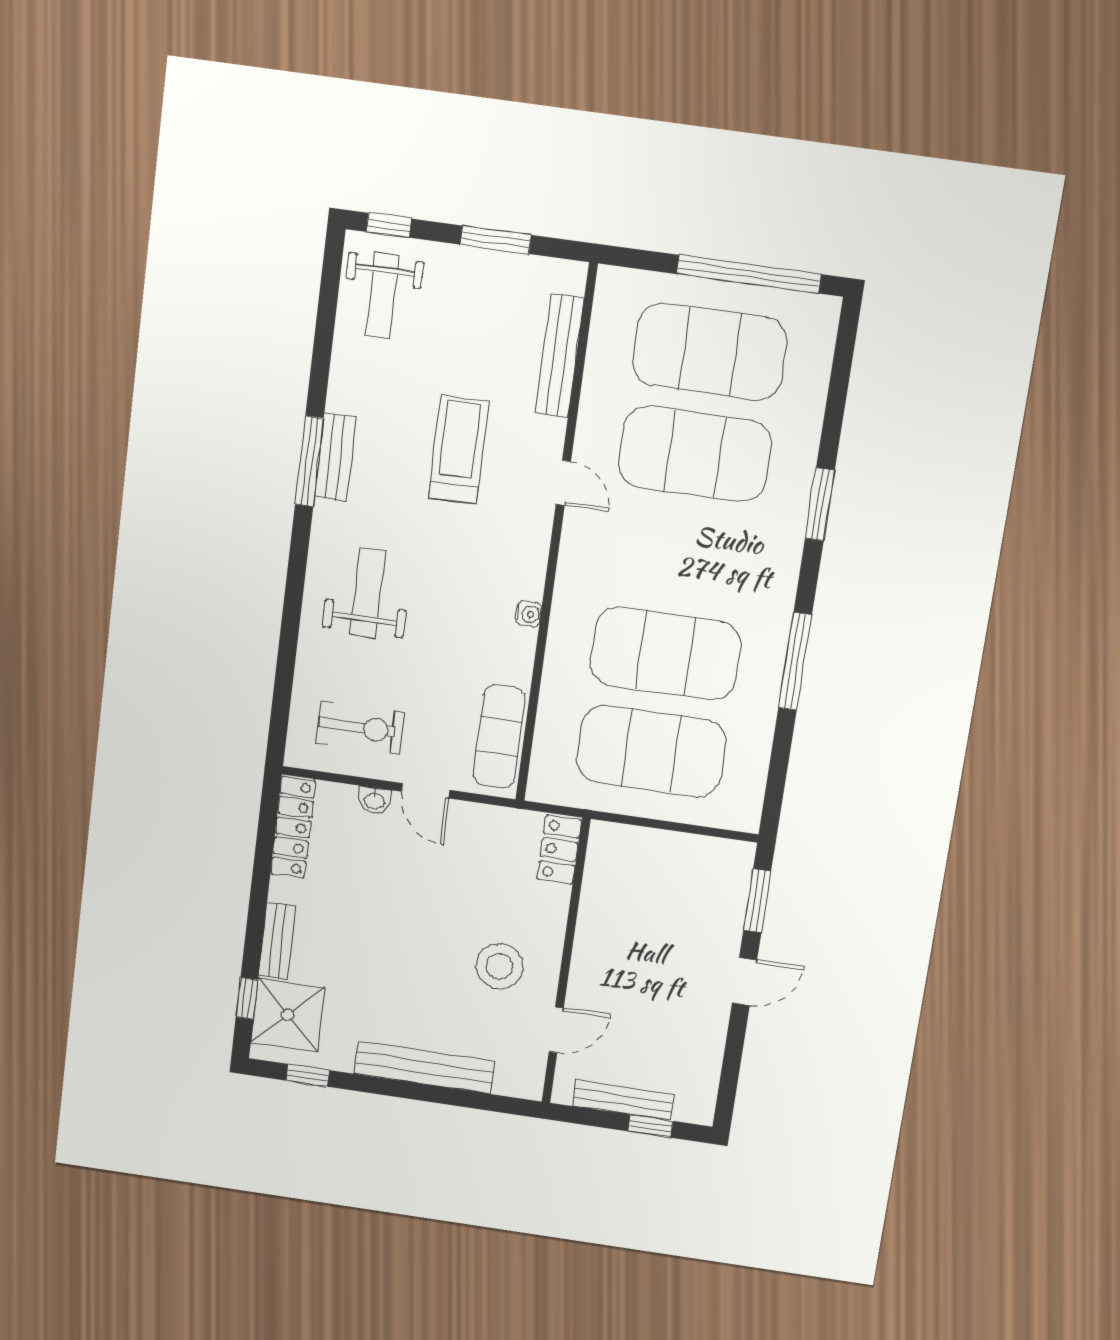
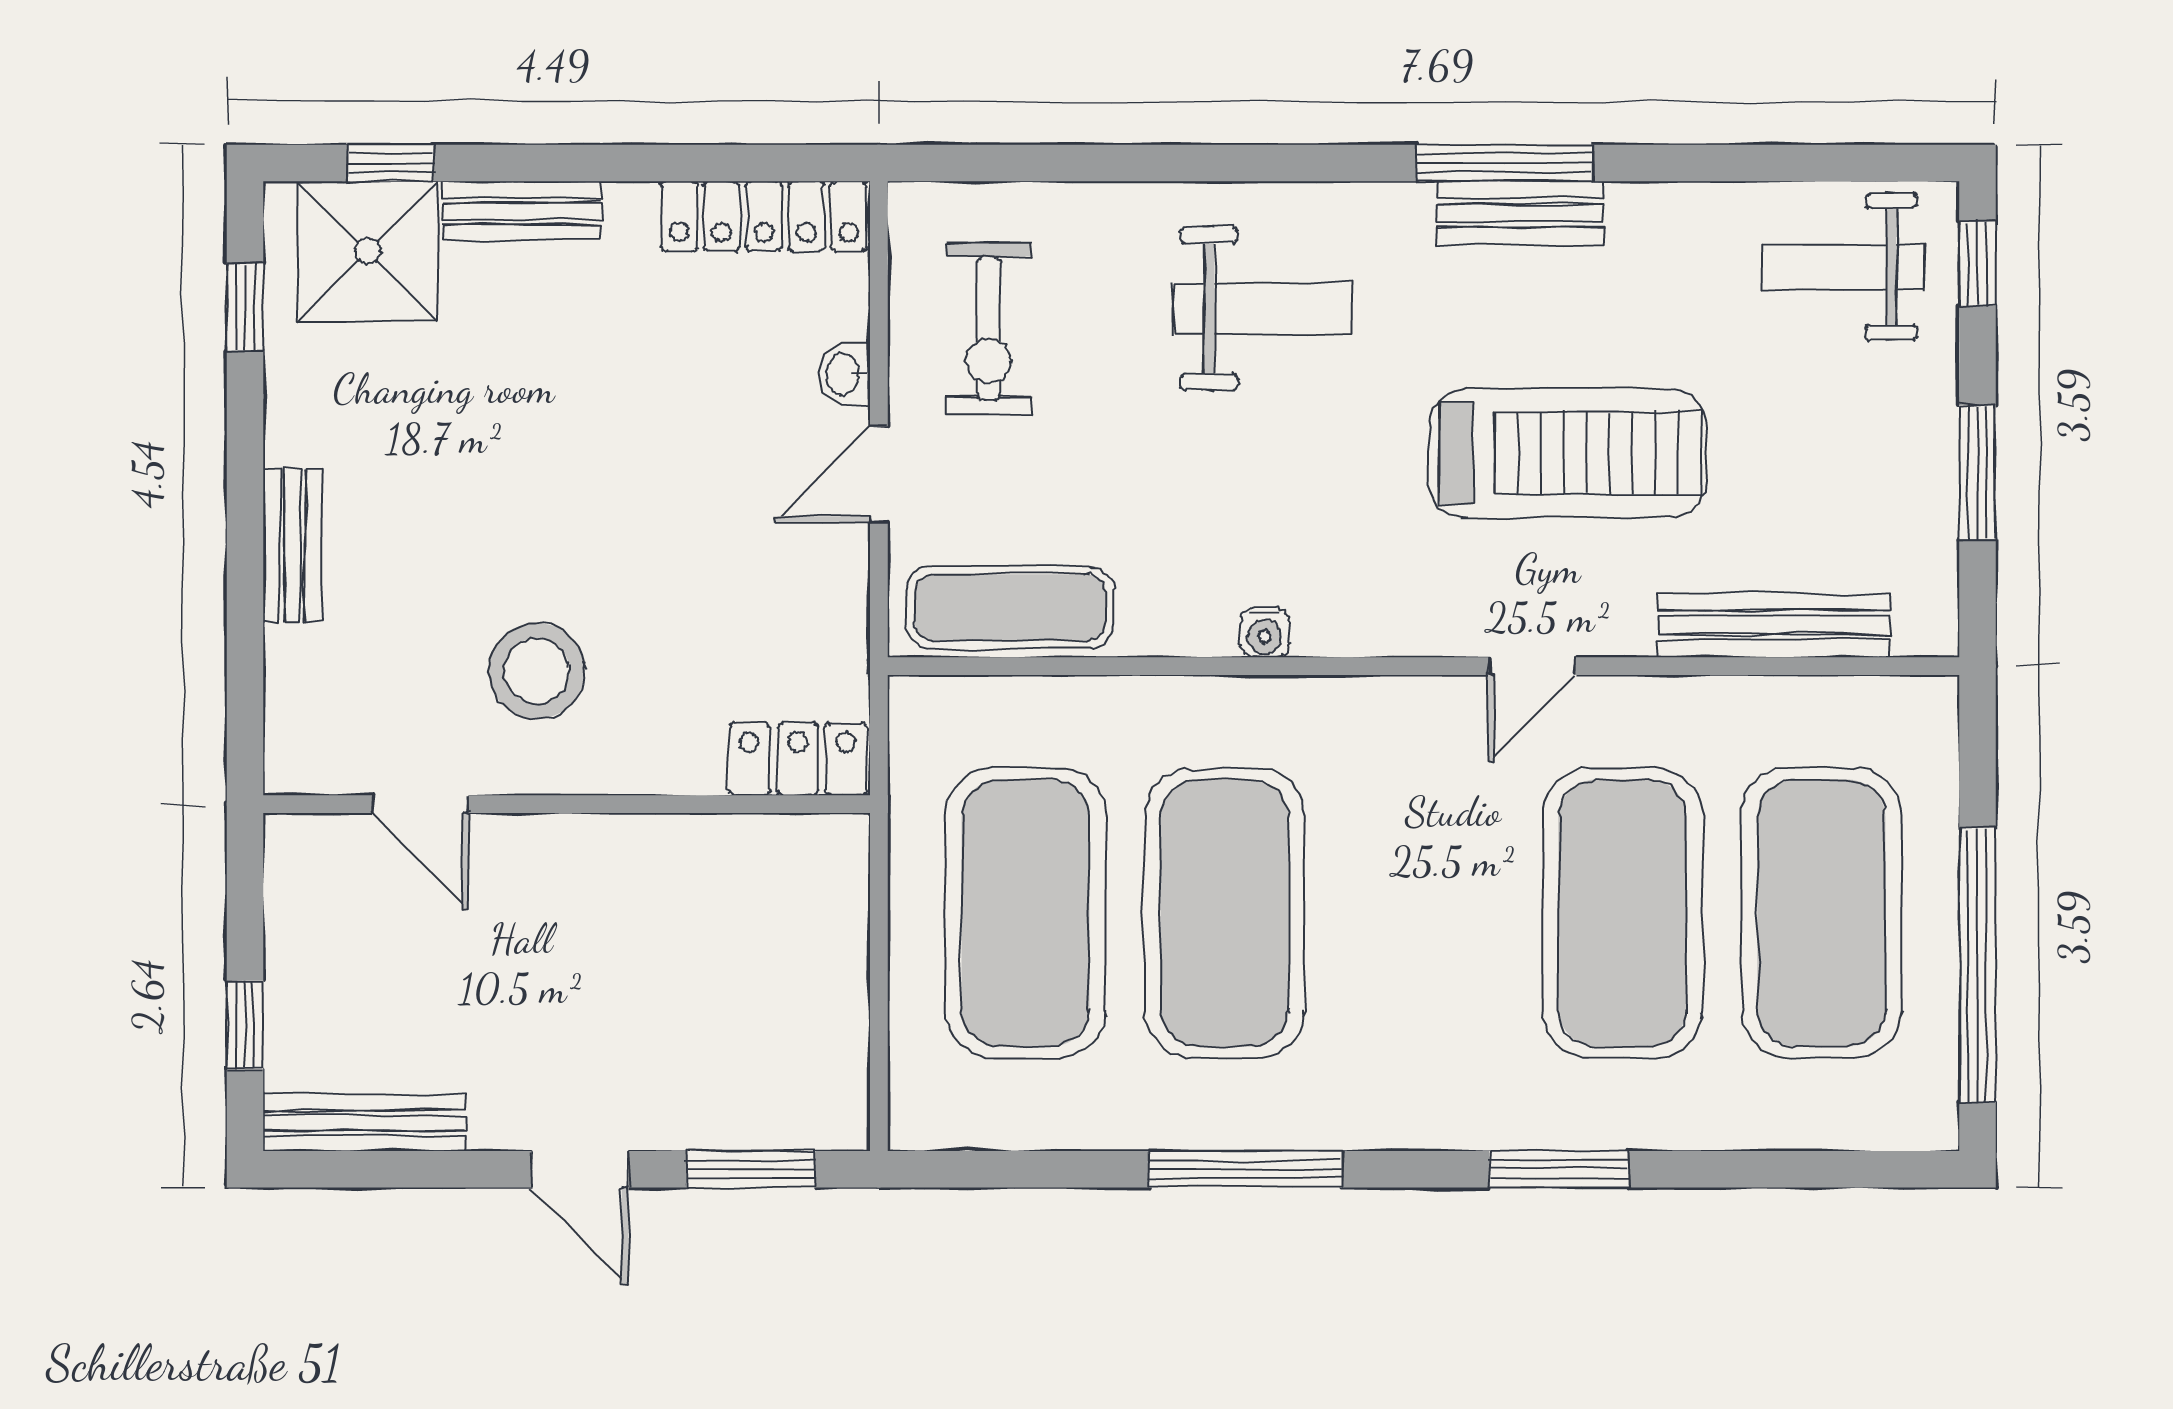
treadmill: (459, 450) -> (1567, 453), width x1.37, depth x1.38
bench: (424, 1068) -> (292, 545), width x0.54, depth x0.82
bench: (623, 1100) -> (364, 1123), moved, turned 90

